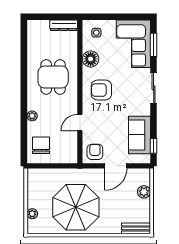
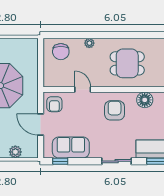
chair: (41, 145) -> (61, 52), turned 90
armchair: (95, 152) -> (54, 104), turned 90

